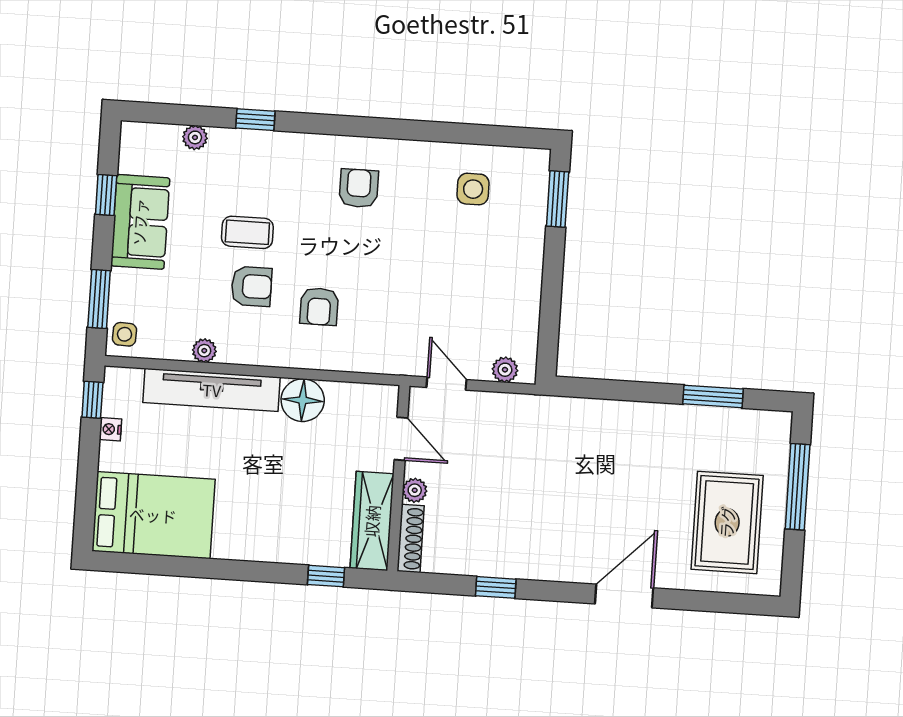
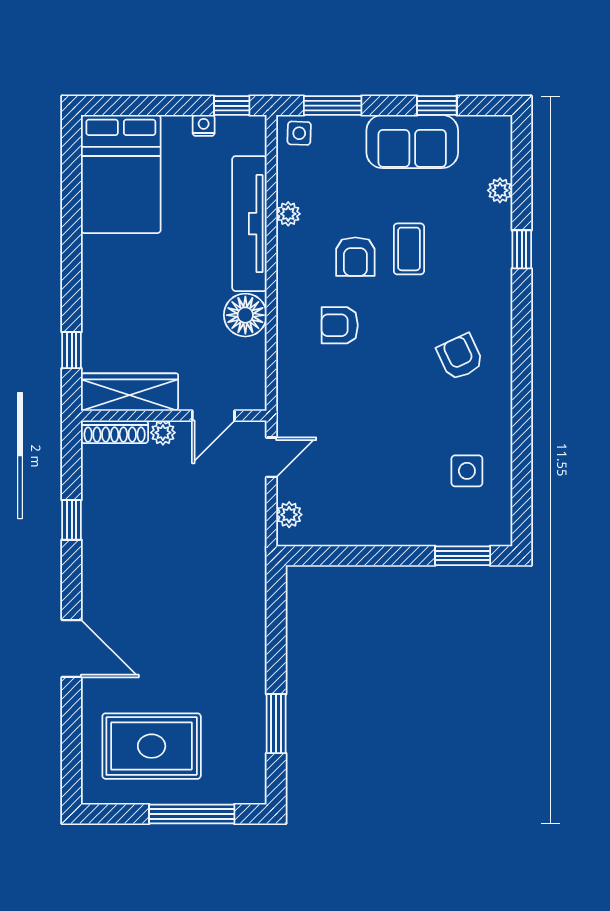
armchair: (359, 188) -> (460, 357), turned -115

